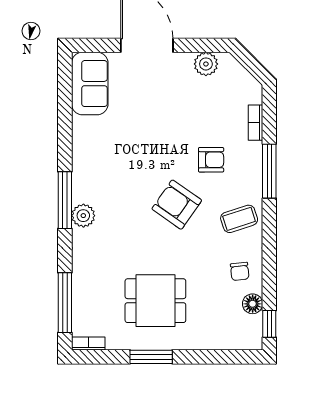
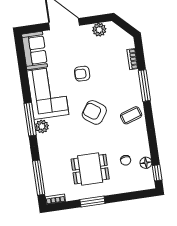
corner sofa: (102, 159) -> (48, 93), added
armchair: (211, 160) -> (82, 74), moved, turned 180
chair: (240, 271) -> (126, 160), moved

